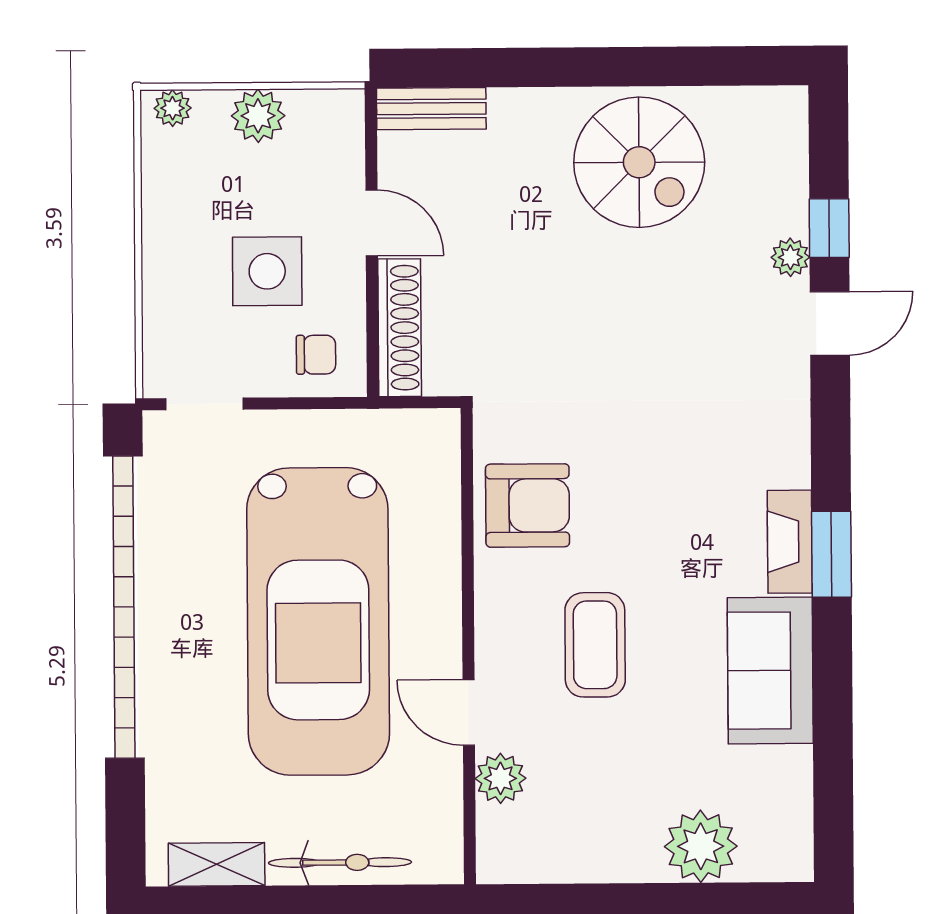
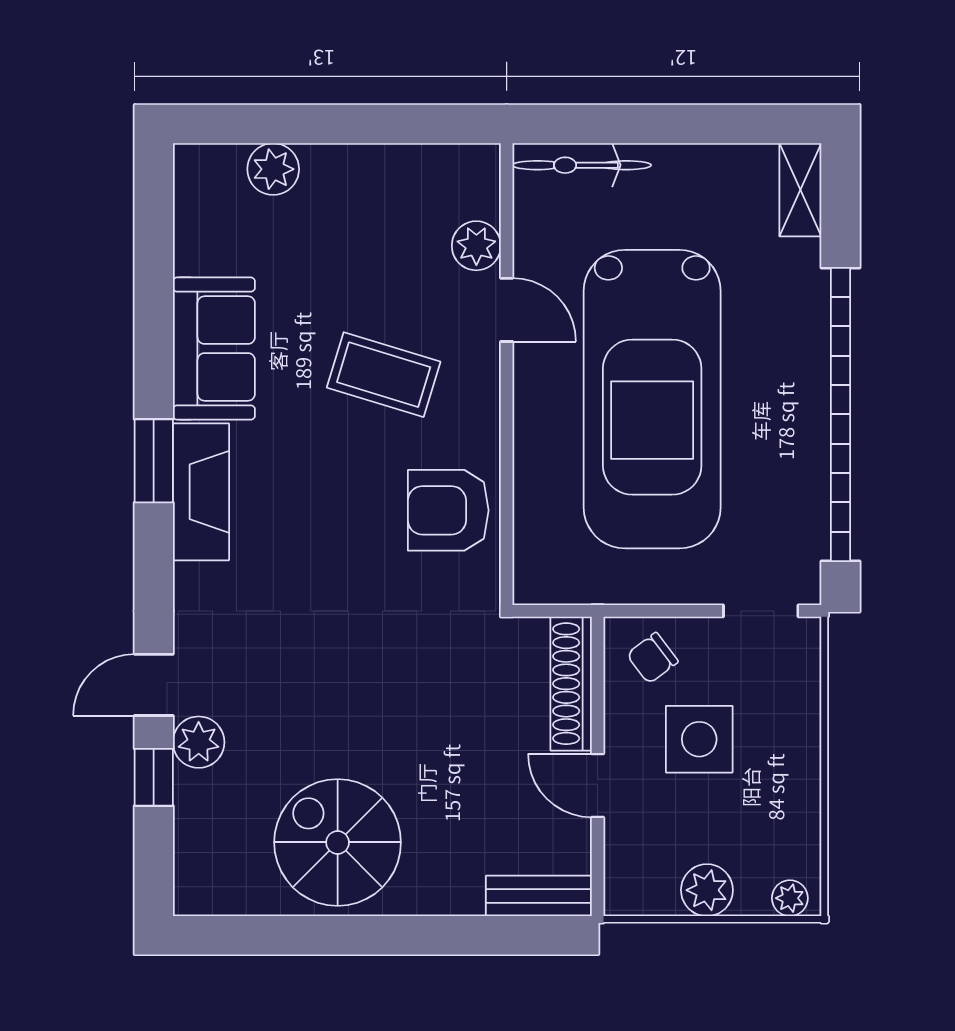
plant: (790, 257) -> (199, 742), width x1.38, depth x1.38
chair: (316, 355) -> (652, 658), turned -37
fireplace: (790, 542) -> (201, 492), width x1.37, depth x1.32
car: (318, 621) -> (652, 399), turned 180
coffee table: (595, 645) -> (384, 375), turned -73
plant: (701, 846) -> (273, 169), width x0.73, depth x0.73
bicycle: (340, 863) -> (582, 165), moved
shelving: (217, 864) -> (800, 190), moved, turned 90

